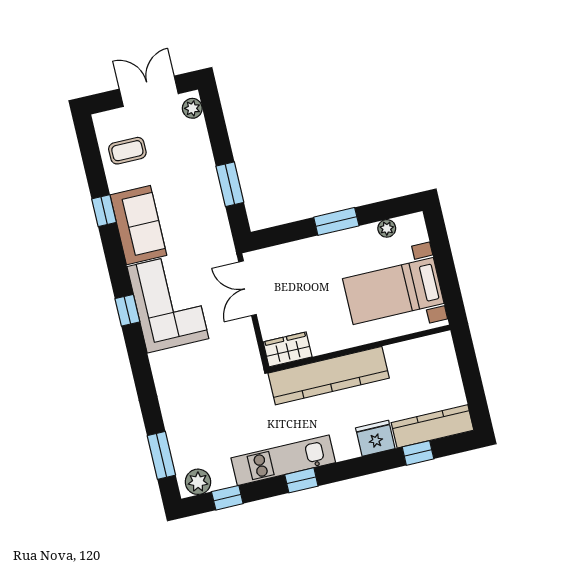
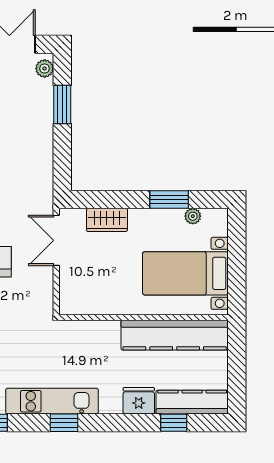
window: (230, 184) -> (62, 105), moved
window: (336, 221) -> (169, 199), moved
wardrobe: (288, 349) -> (107, 220), moved, turned 180
kitchen counter: (329, 376) -> (175, 335), moved

